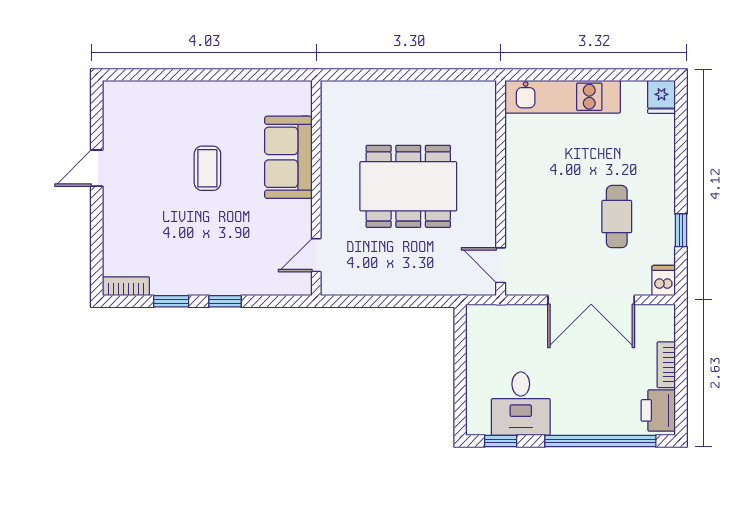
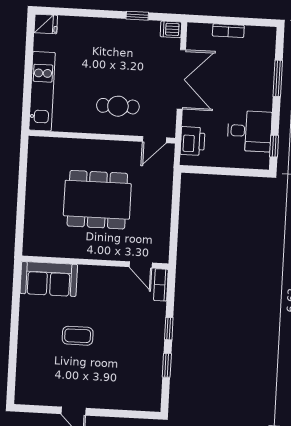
sofa: (288, 157) -> (49, 279), moved
dining table: (408, 186) -> (97, 200), turned 90
cafe table: (617, 217) -> (118, 106), moved
bookcase: (126, 286) -> (161, 285), moved
printer: (658, 410) -> (193, 141), moved, turned -90
window: (600, 441) -> (278, 78), width x0.47

